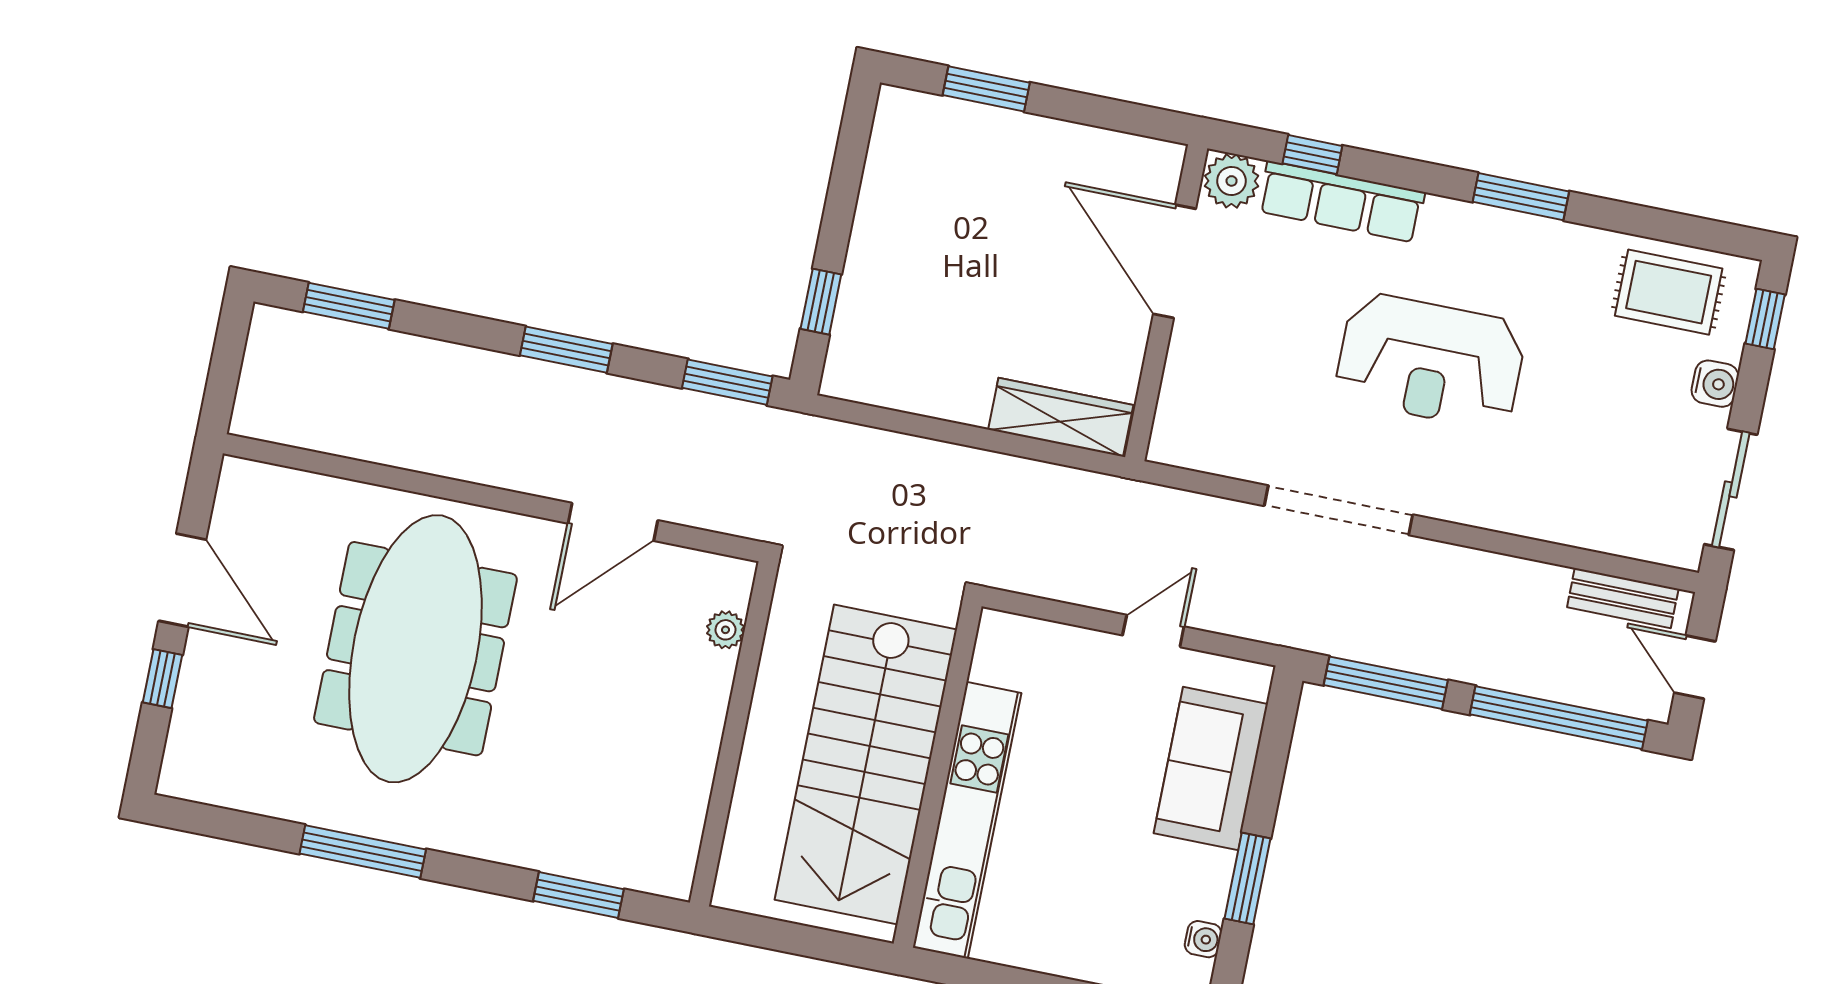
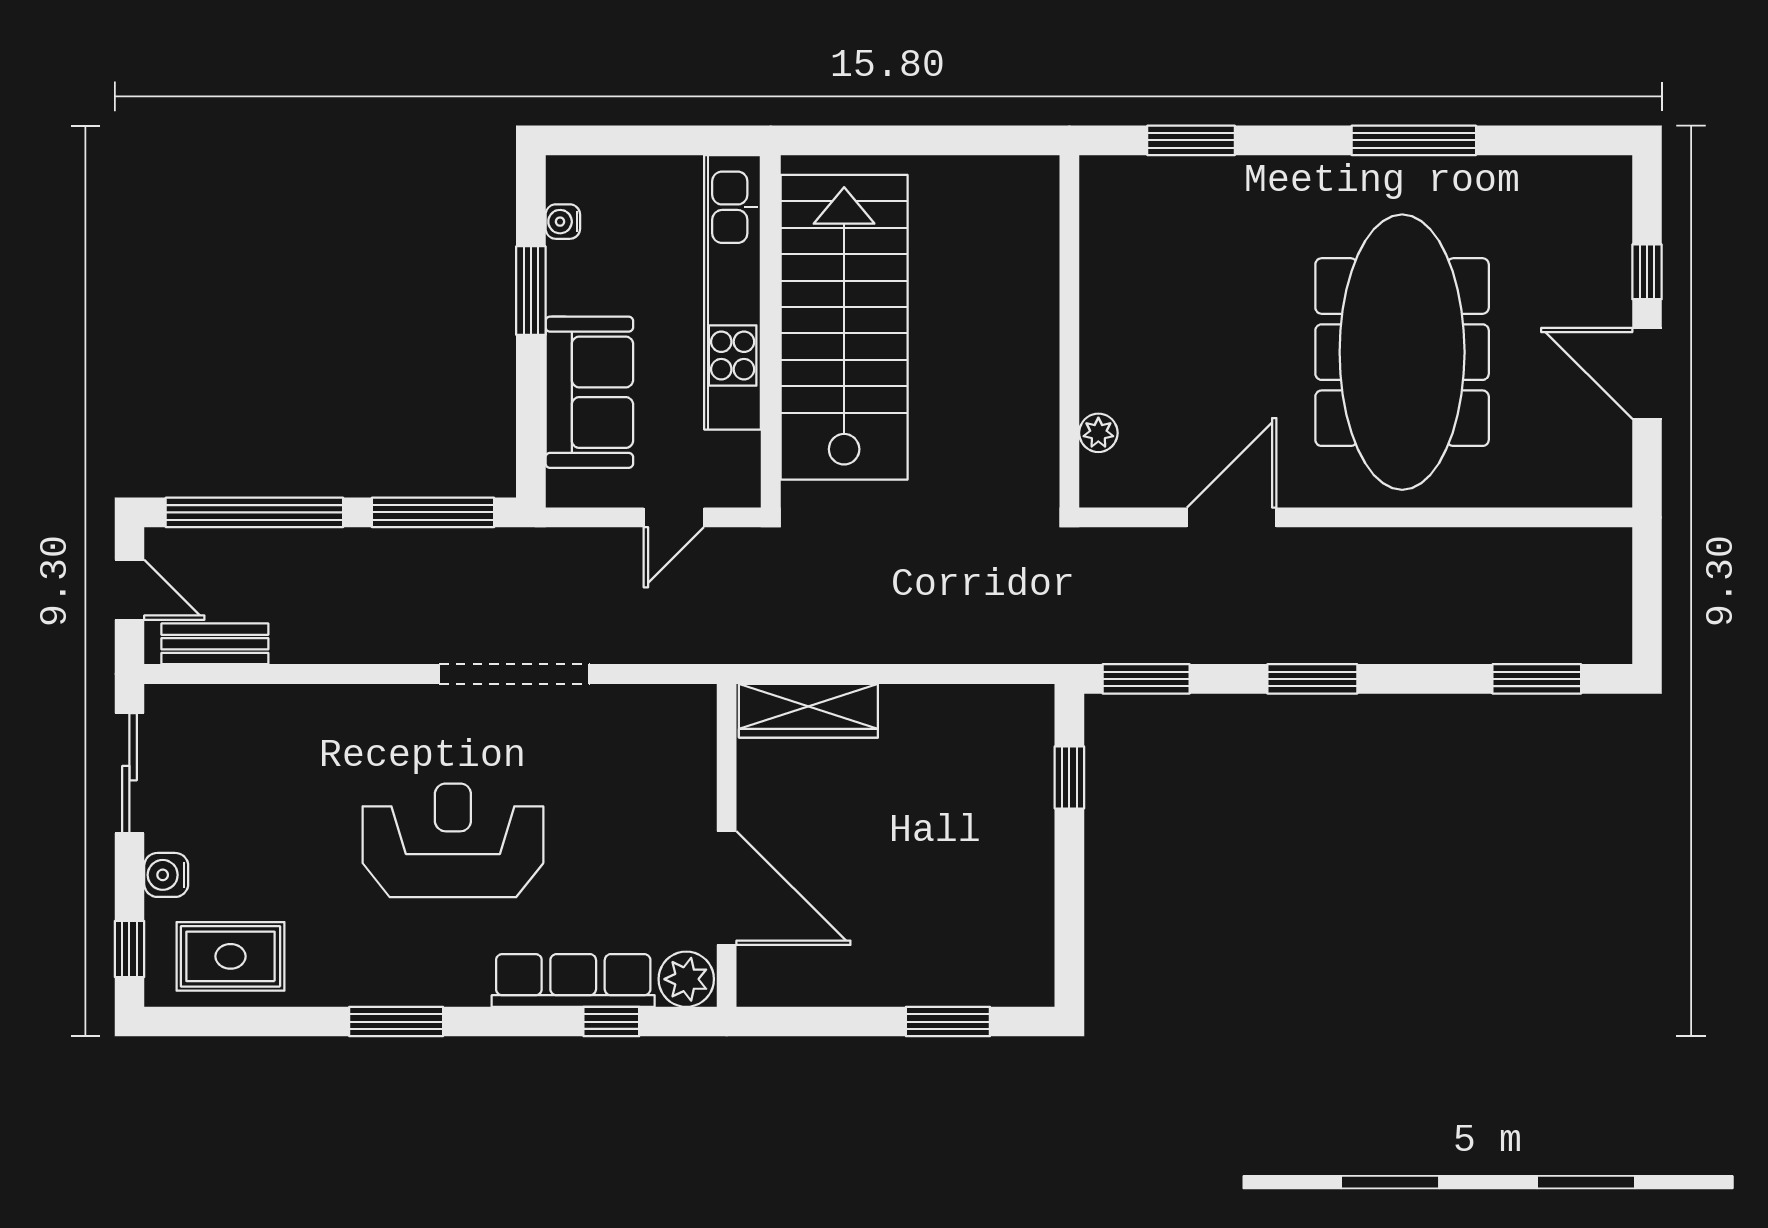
stairs: (866, 765) -> (844, 327), moved
wall: (938, 775) -> (771, 331), moved
kitchen unit: (967, 820) -> (733, 292), moved

